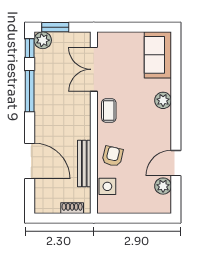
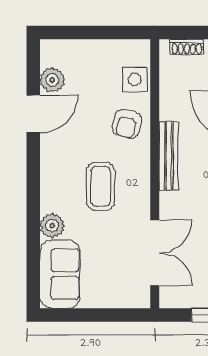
plant: (163, 100) -> (52, 226), moved
coffee table: (109, 110) -> (101, 186), moved, width x1.36, depth x1.30
bench: (84, 163) -> (169, 156), moved

